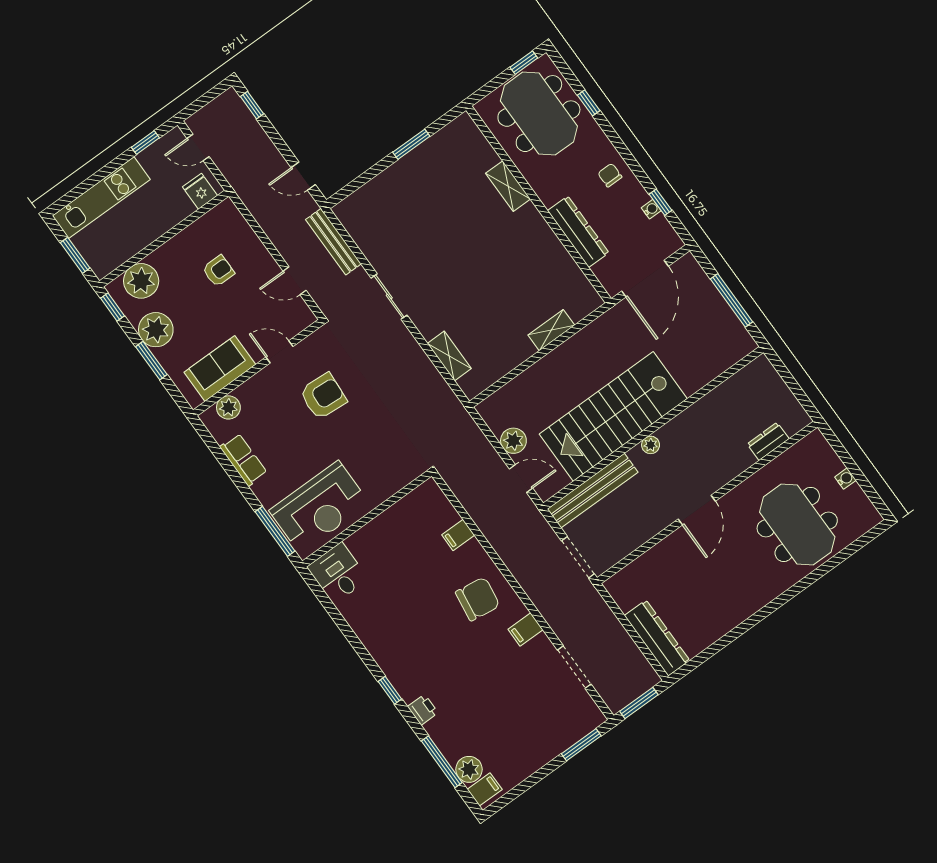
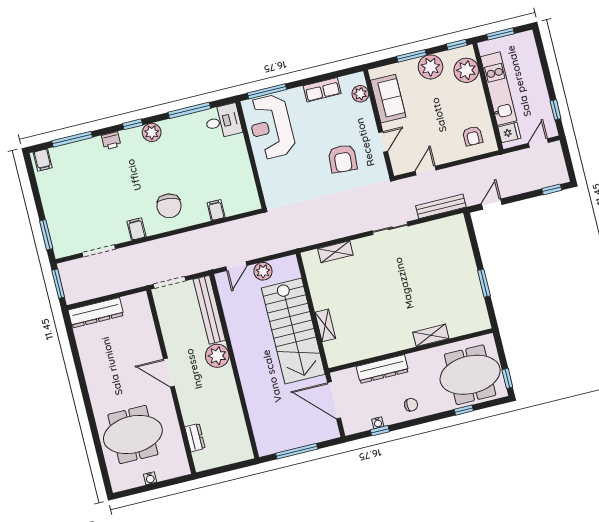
kitchen unit: (101, 198) -> (499, 89), moved, turned 180
armchair: (218, 271) -> (473, 136), moved
stairs: (613, 416) -> (293, 331), moved, turned 180
plant: (651, 445) -> (217, 356), width x1.88, depth x1.88
window: (341, 623) -> (189, 110), added
plant: (469, 769) -> (152, 132), moved

